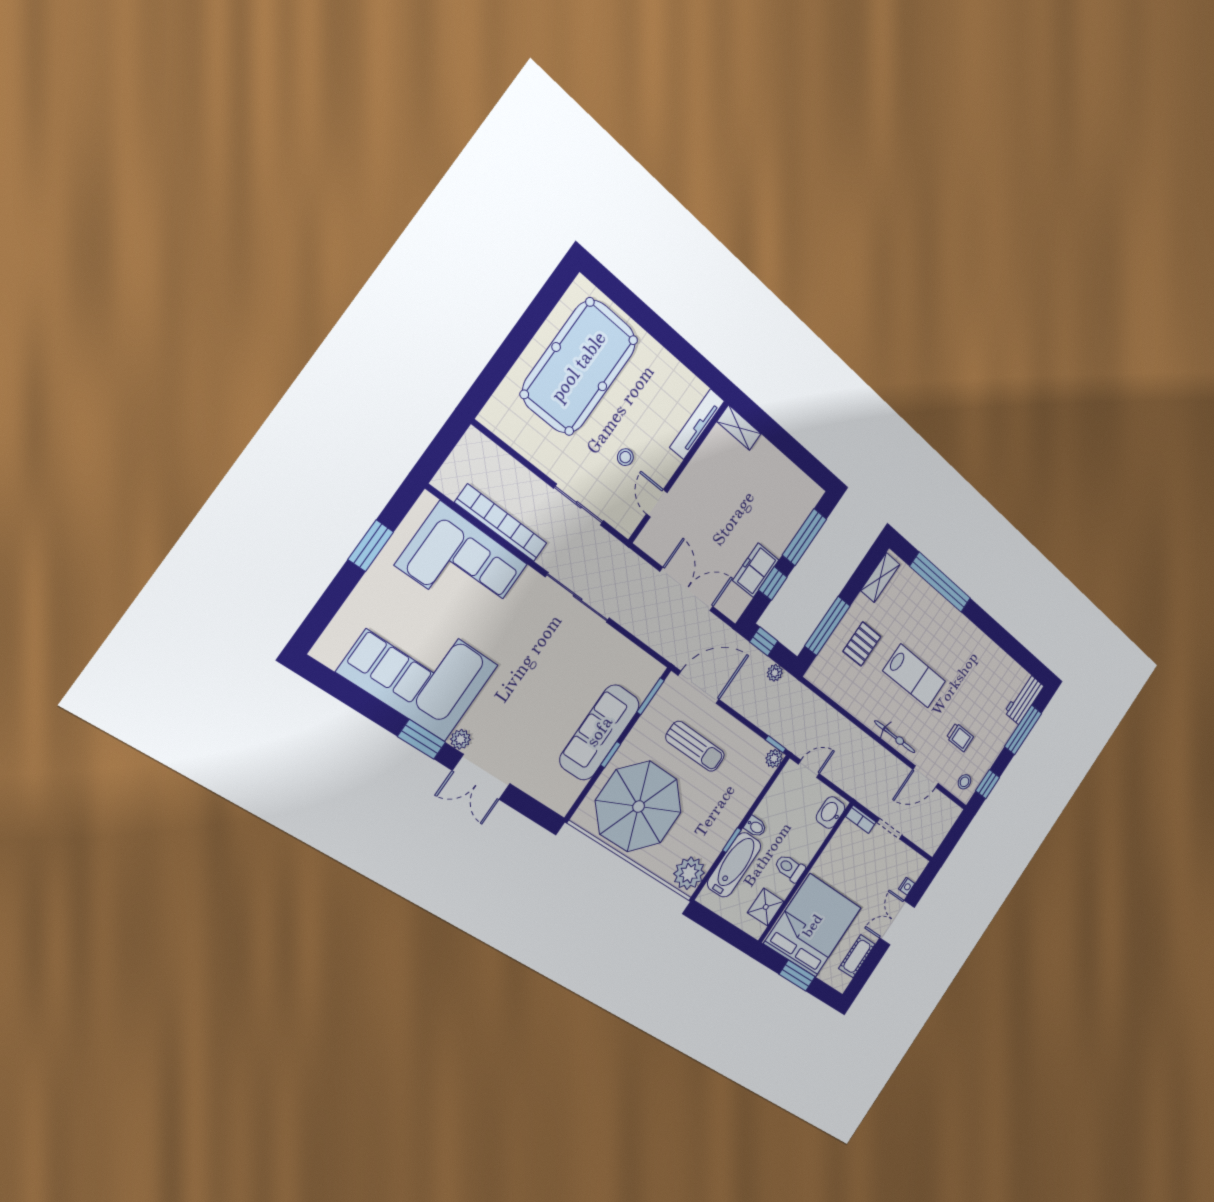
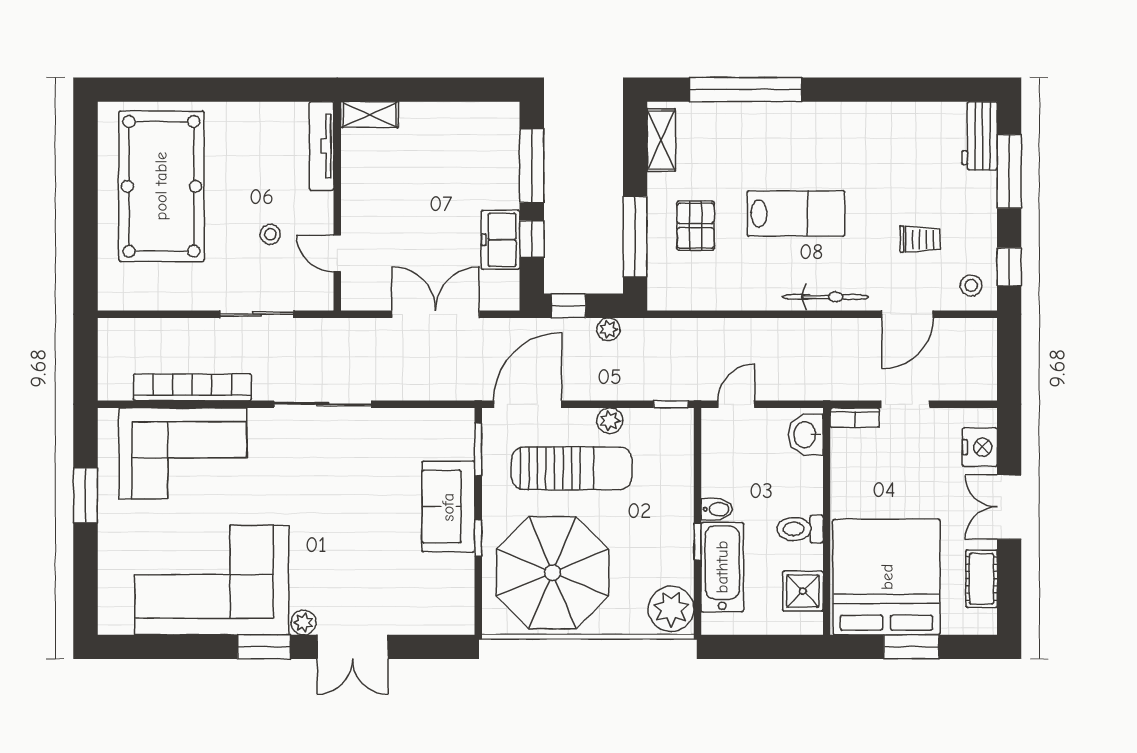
sofa: (600, 732) -> (448, 507), width x0.73
sun lounger: (695, 746) -> (572, 468), width x1.36, depth x1.34
plant: (774, 758) -> (610, 421), moved
nightstand: (907, 886) -> (980, 447), width x1.89, depth x1.79

